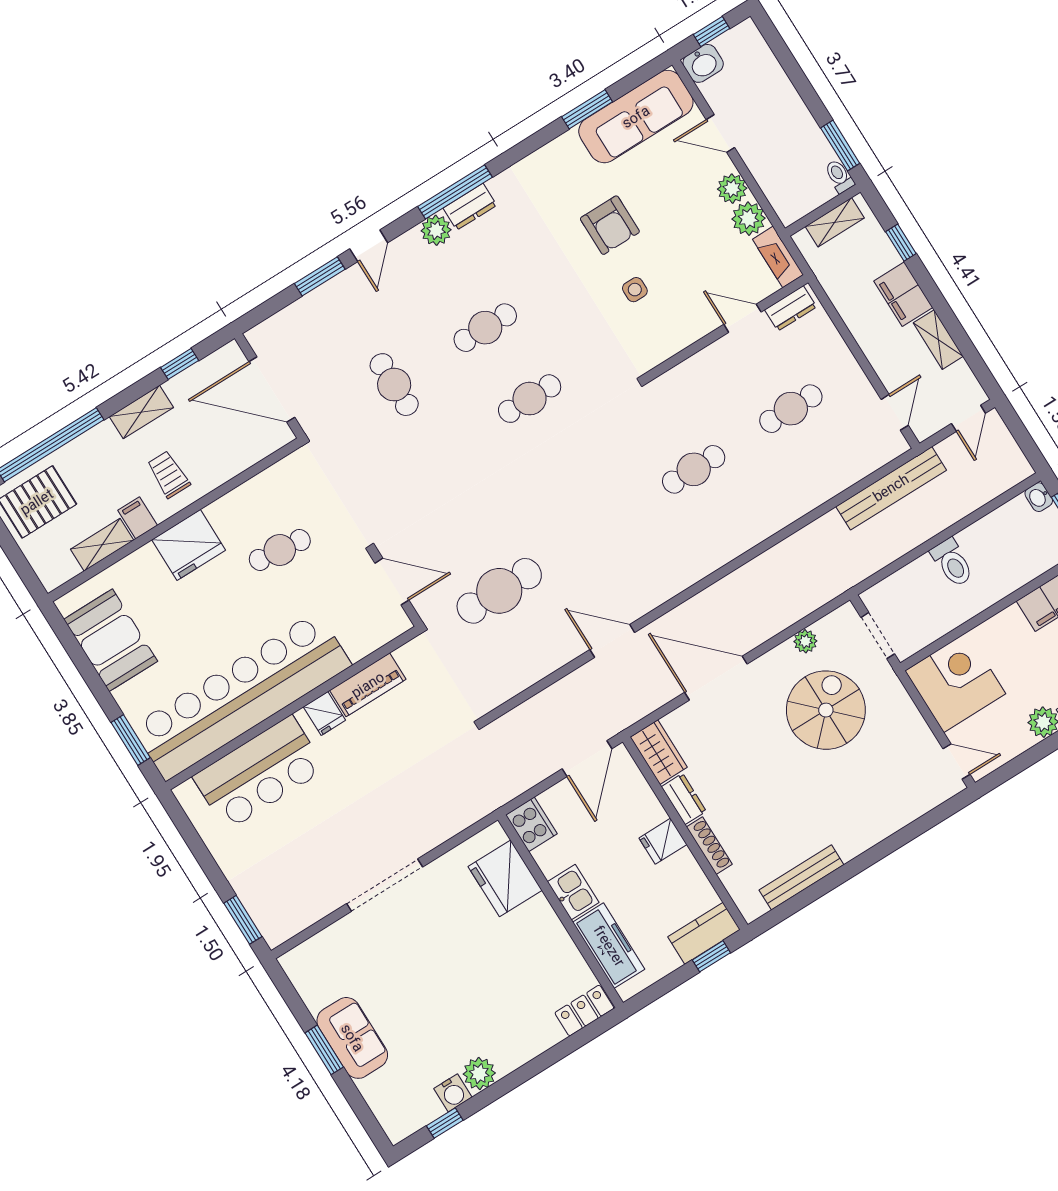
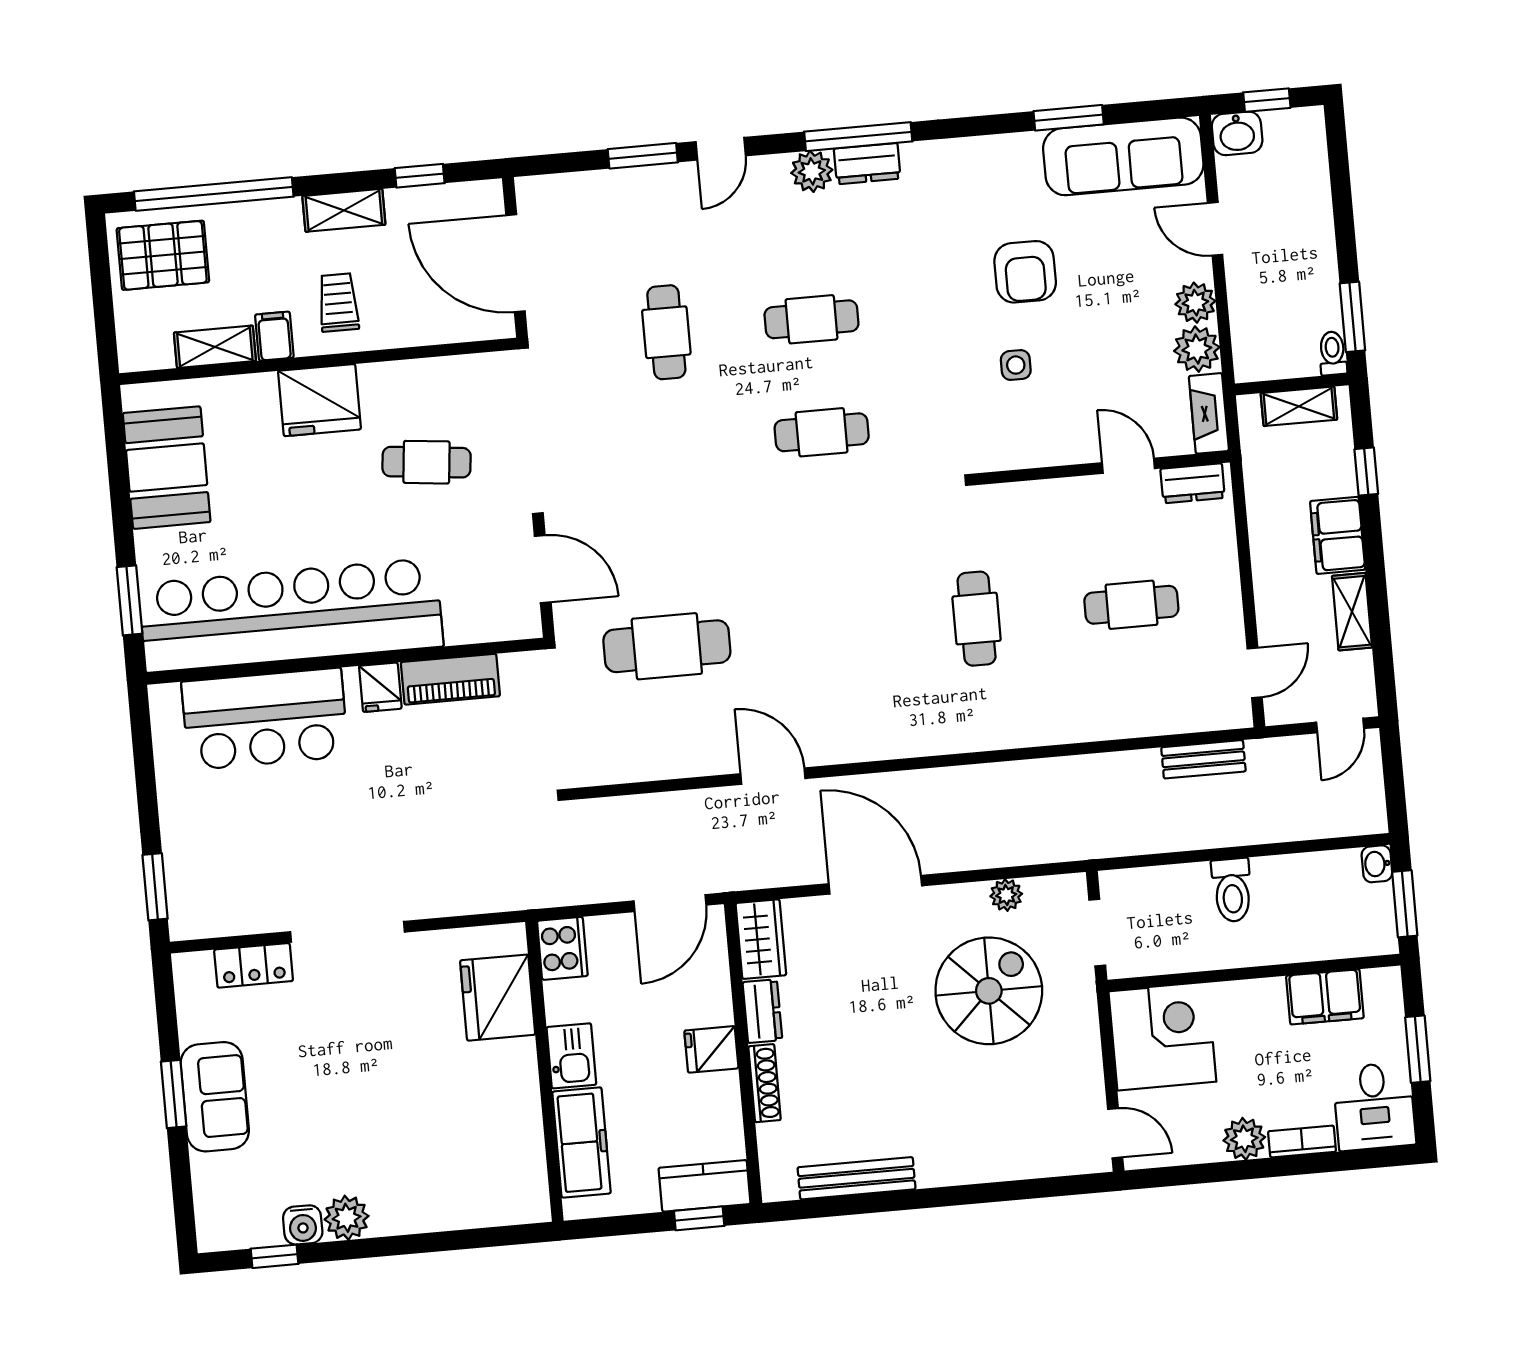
cafe table: (694, 469) -> (977, 619), turned 90
bench: (891, 488) -> (1203, 759), width x0.54, depth x0.82
locker: (584, 1010) -> (254, 965), moved, turned 180

